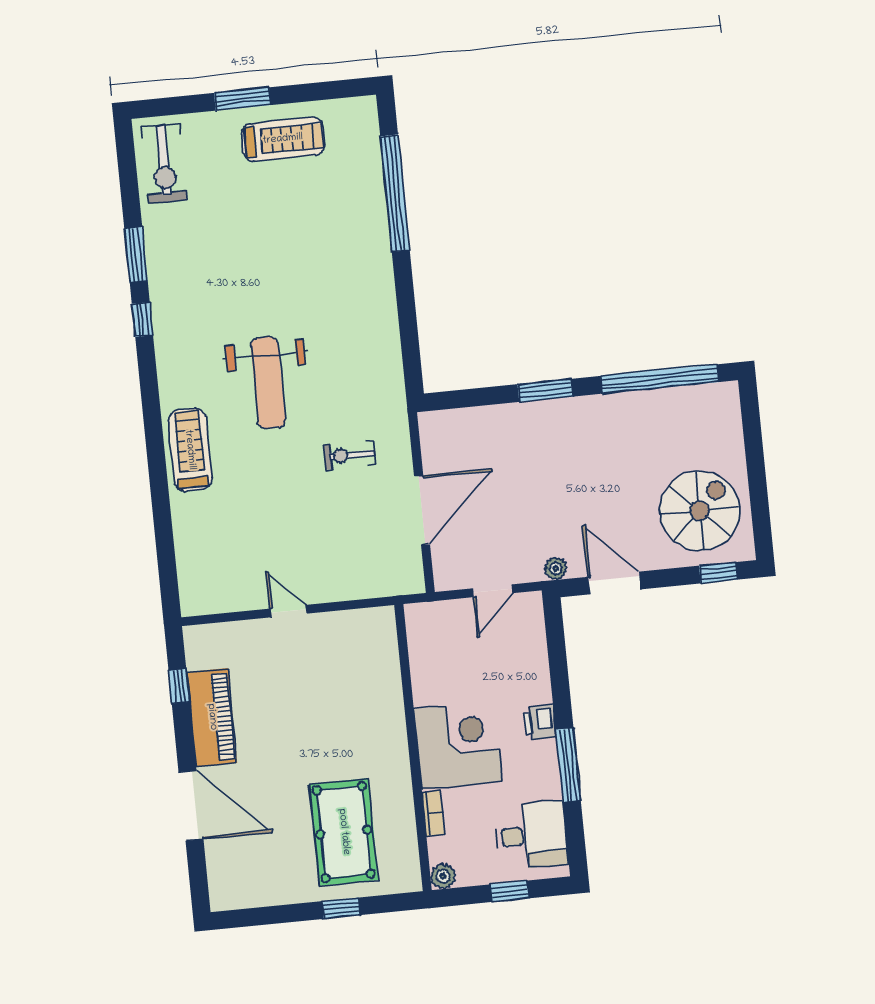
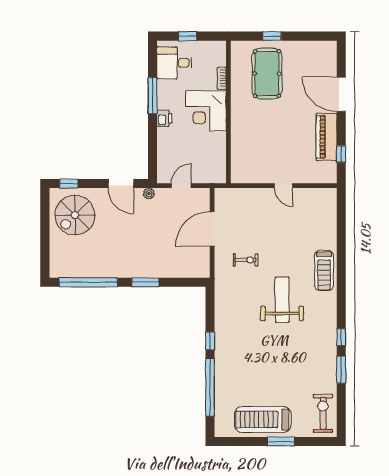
treadmill: (283, 139) -> (263, 420), width x1.37, depth x1.38
window: (404, 286) -> (210, 341), added
plant: (443, 876) -> (220, 47), removed

